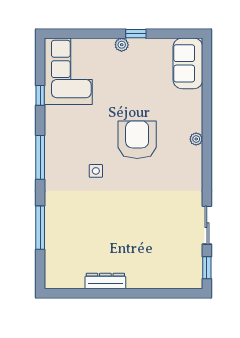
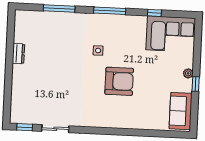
sofa: (188, 63) -> (181, 111), moved, turned -90
plant: (196, 139) -> (118, 124), removed
dresser: (105, 281) -> (18, 54), width x0.70

